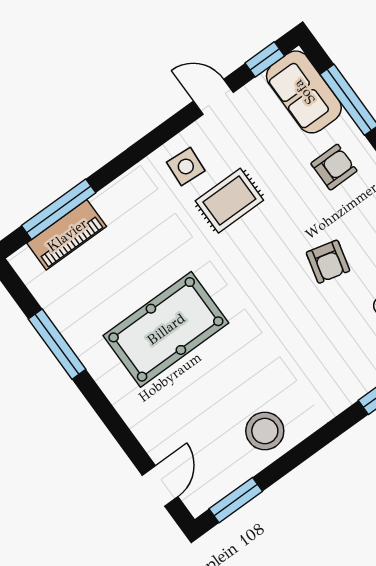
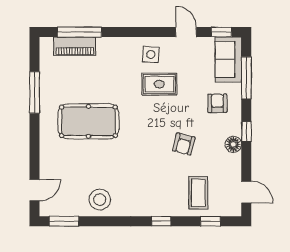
armchair: (334, 167) -> (217, 103), turned -90

